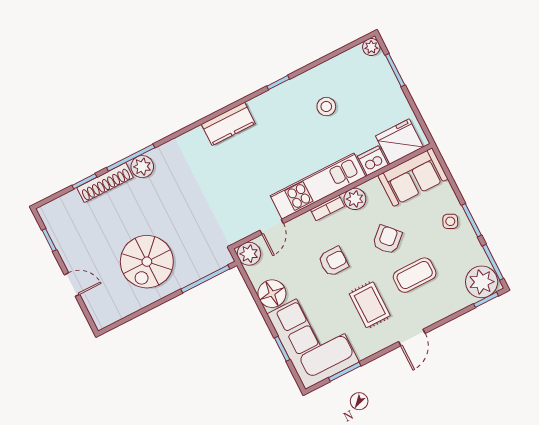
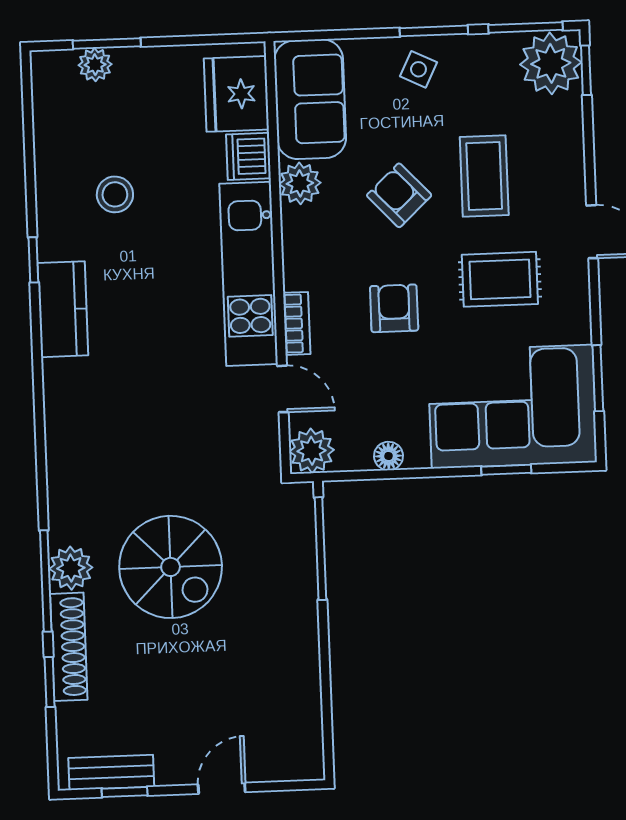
plant: (371, 47) -> (95, 65), moved
kitchen counter: (228, 124) -> (63, 309), moved
plant: (355, 199) -> (300, 183), moved
bookcase: (328, 208) -> (297, 323), moved
bench: (55, 230) -> (111, 772), added
spiral stairs: (147, 262) -> (171, 567), moved
floor lamp: (272, 294) -> (389, 456), width x0.53, depth x0.53

